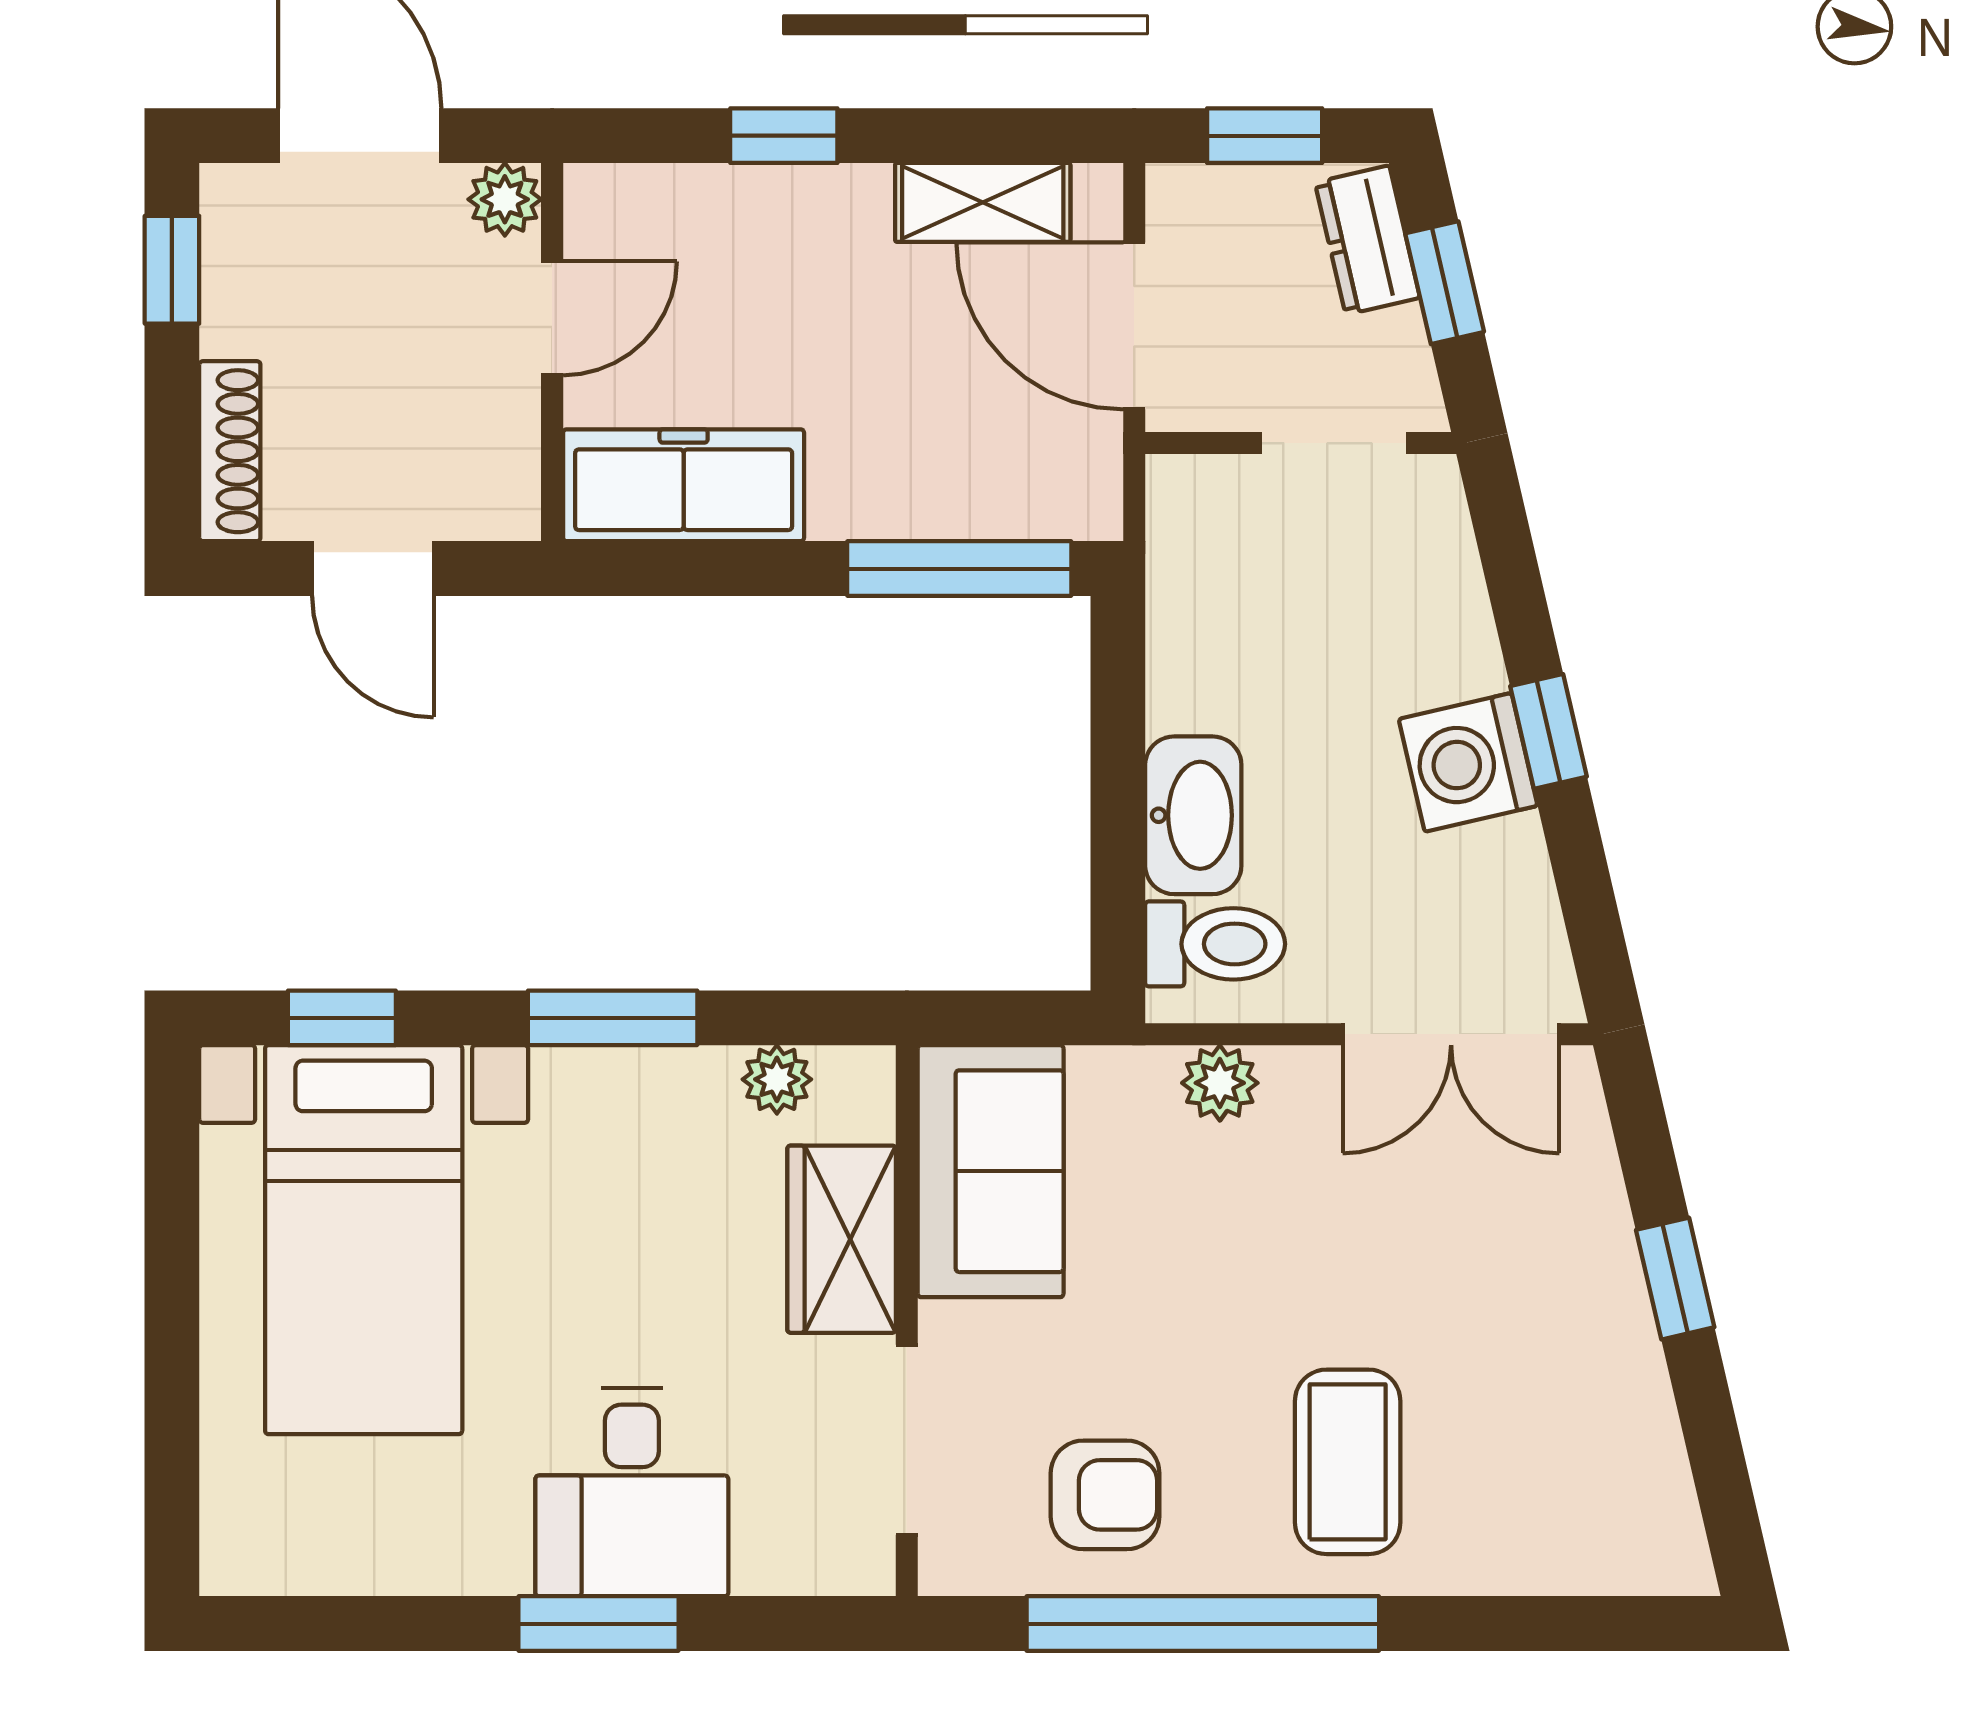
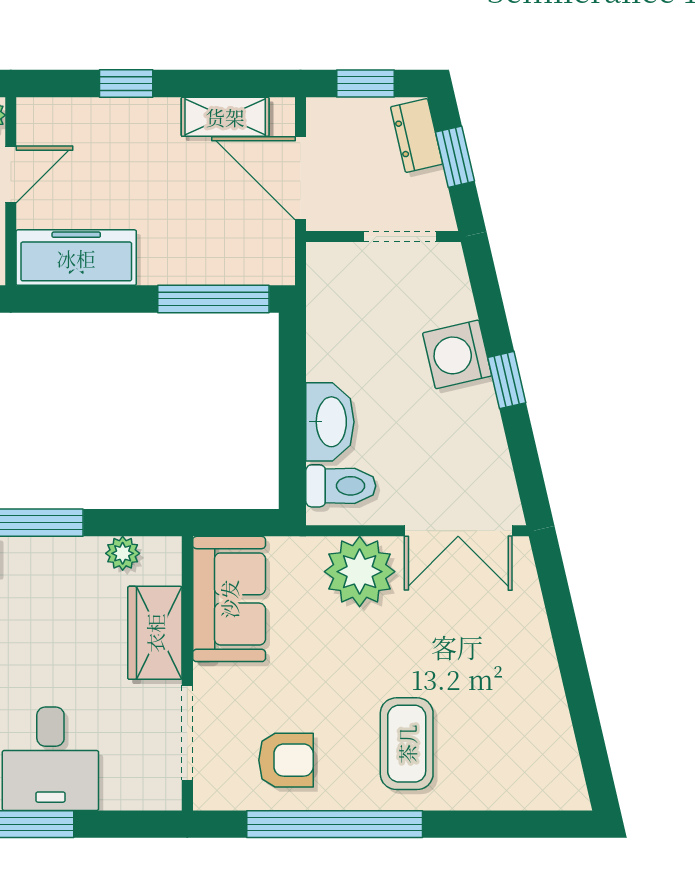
washing machine: (1468, 762) -> (457, 354), moved
plant: (1220, 1083) -> (360, 572), width x1.87, depth x1.87
window: (1675, 1279) -> (570, 652), removed

